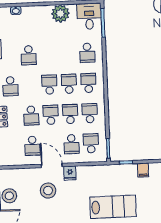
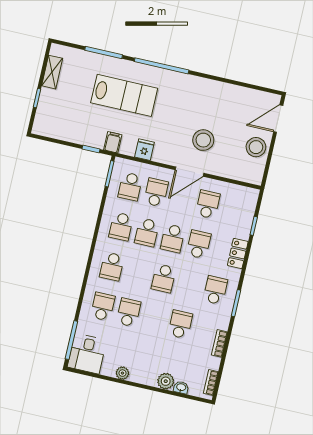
plant: (28, 12) -> (166, 381), added
plant: (60, 14) -> (122, 373), width x0.53, depth x0.53
school desk: (69, 84) -> (129, 312), moved, turned 180
door: (52, 166) -> (189, 172), hinge flipped
filing cabinet: (143, 170) -> (113, 142), moved
fridge: (70, 173) -> (144, 150), moved
lab bench: (113, 207) -> (124, 95), turned 180

